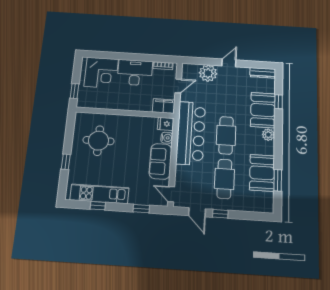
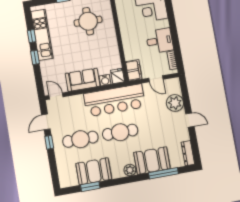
desk: (135, 73) -> (160, 41), width x0.73
window: (279, 102) -> (163, 173), width x2.17
door: (171, 194) -> (56, 96), hinge flipped
window: (141, 209) -> (35, 57), moved

